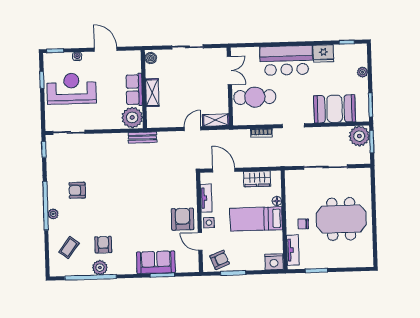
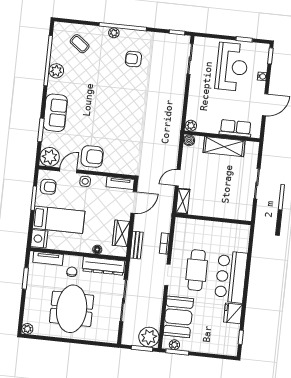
boiler: (151, 58) -> (189, 140), moved
double door: (229, 70) -> (229, 221), removed
plant: (363, 72) -> (174, 345), moved
row of seats: (134, 90) -> (236, 128), moved
shelving: (152, 93) -> (224, 147), width x1.50, depth x1.33
cafe table: (255, 97) -> (197, 270), moved
plant: (132, 117) -> (191, 126), width x0.53, depth x0.53
door: (192, 129) -> (178, 178), swing flipped
bench: (142, 138) -> (136, 245), moved
armchair: (77, 190) -> (133, 59), turned -90
dresser: (293, 192) -> (103, 266), added
tv unit: (206, 198) -> (120, 183), moved
bed: (256, 219) -> (59, 220), moved, turned 90
armchair: (103, 245) -> (78, 77), removed
armchair: (220, 260) -> (48, 187), turned -68
plant: (368, 261) -> (27, 329), added
sofa: (156, 262) -> (55, 113), moved
plant: (189, 262) -> (50, 157), added

